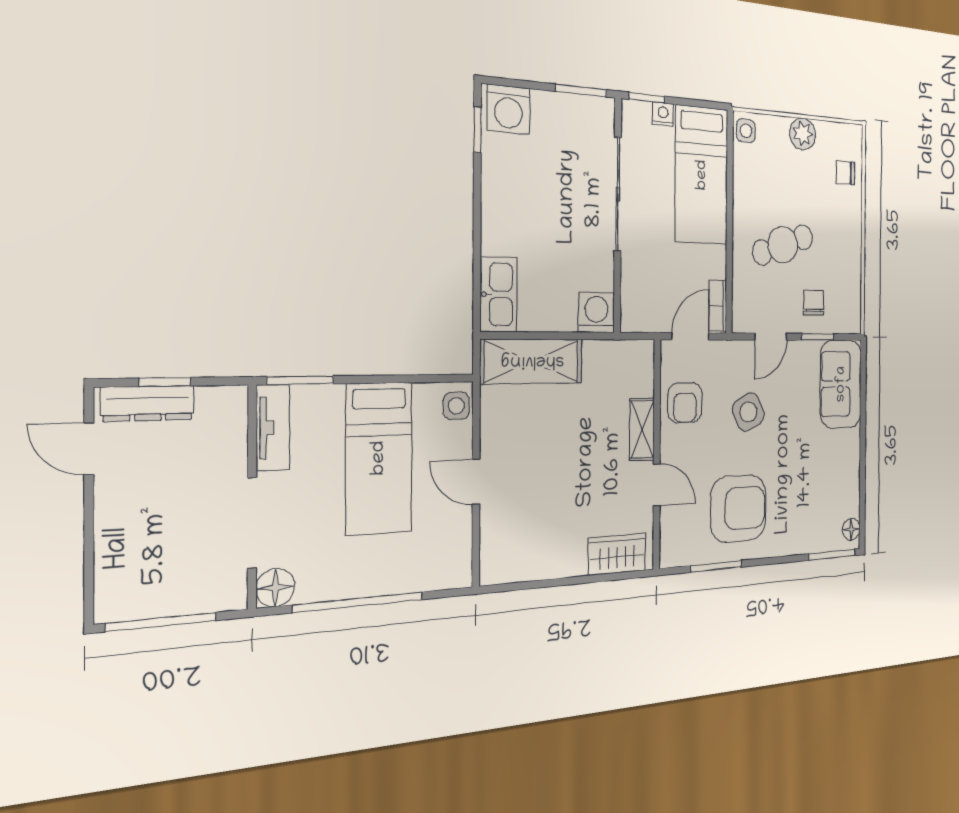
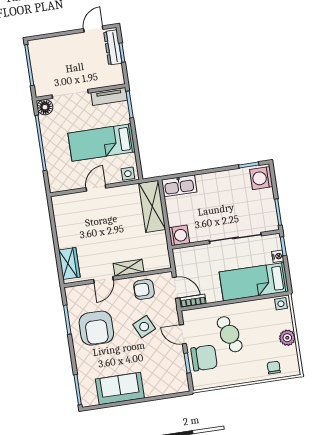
chair: (814, 303) -> (204, 358), width x1.87, depth x1.87
sofa: (841, 384) -> (120, 389), moved
floor lamp: (851, 529) -> (92, 400), removed

